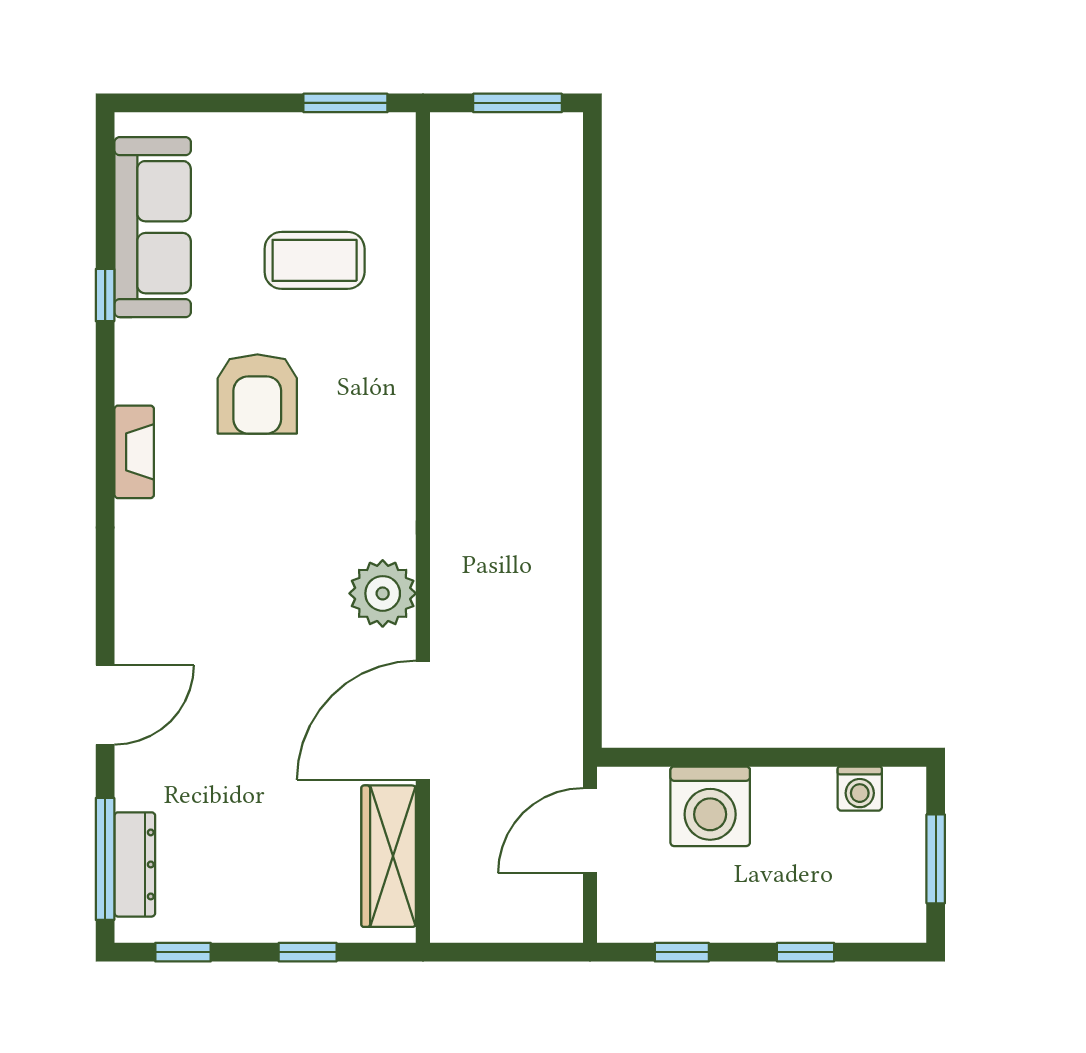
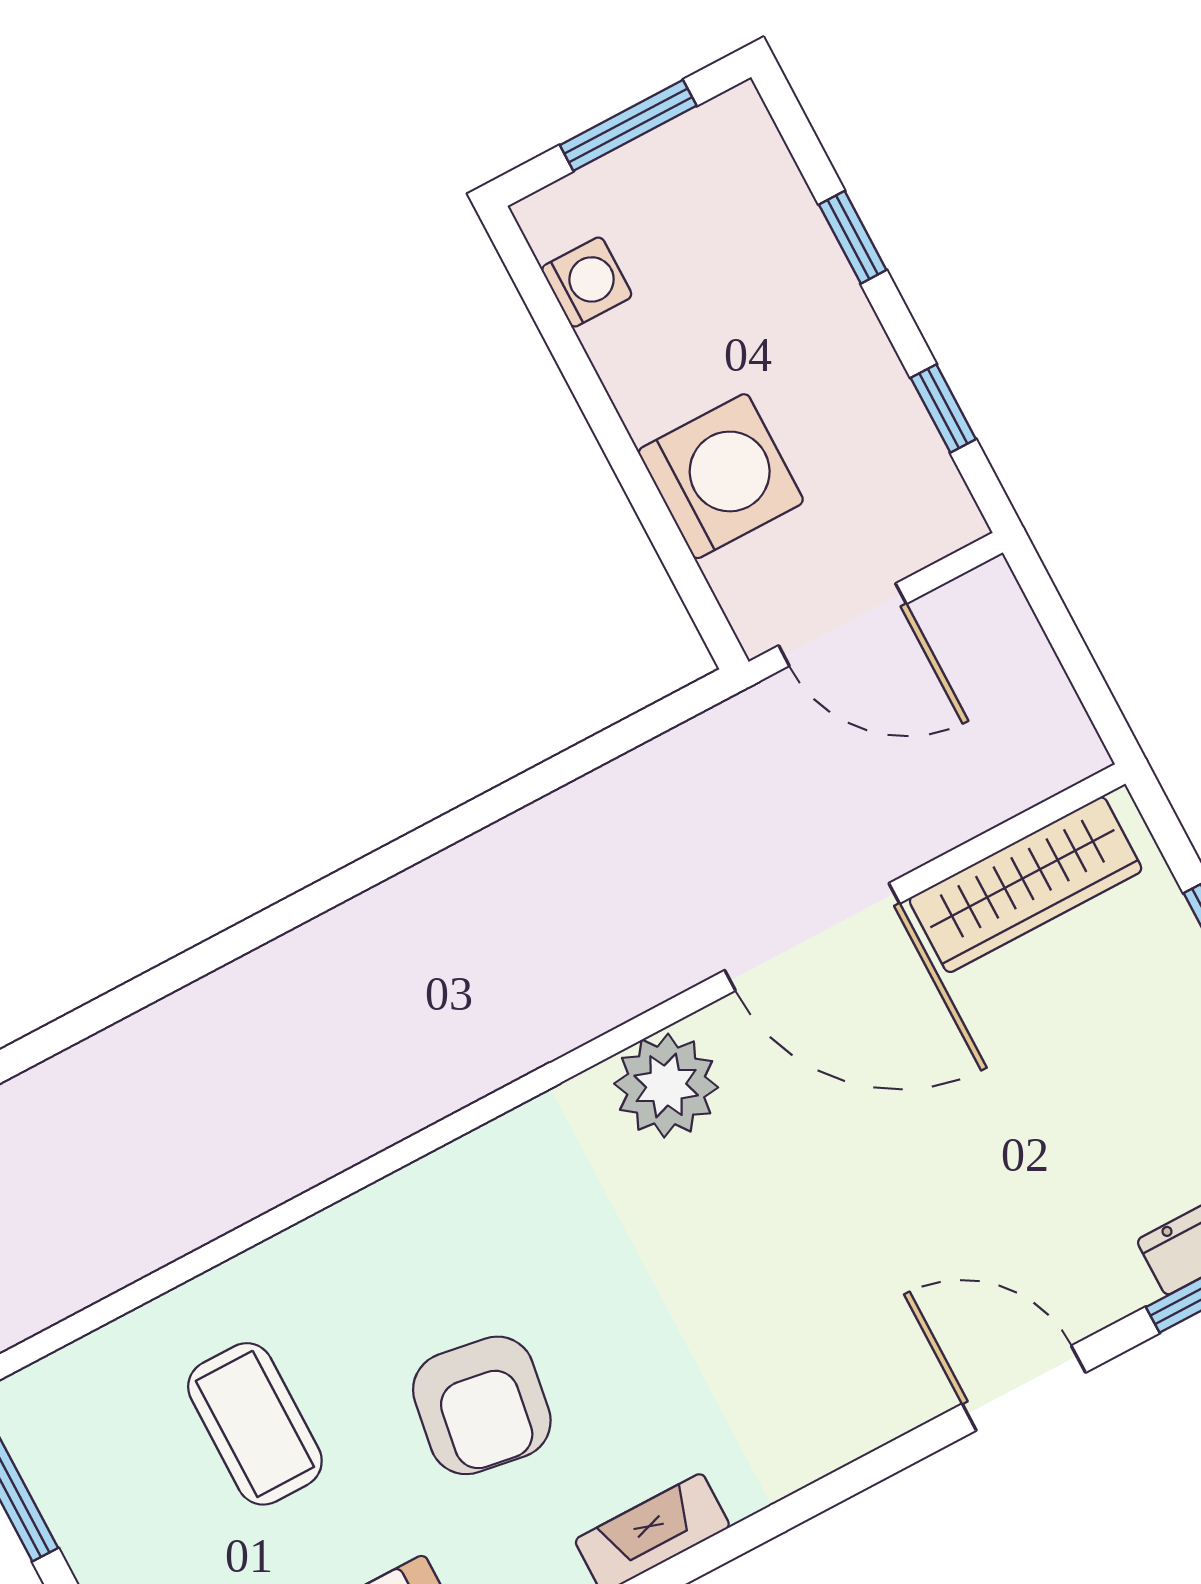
armchair: (257, 394) -> (482, 1405), turned 99

